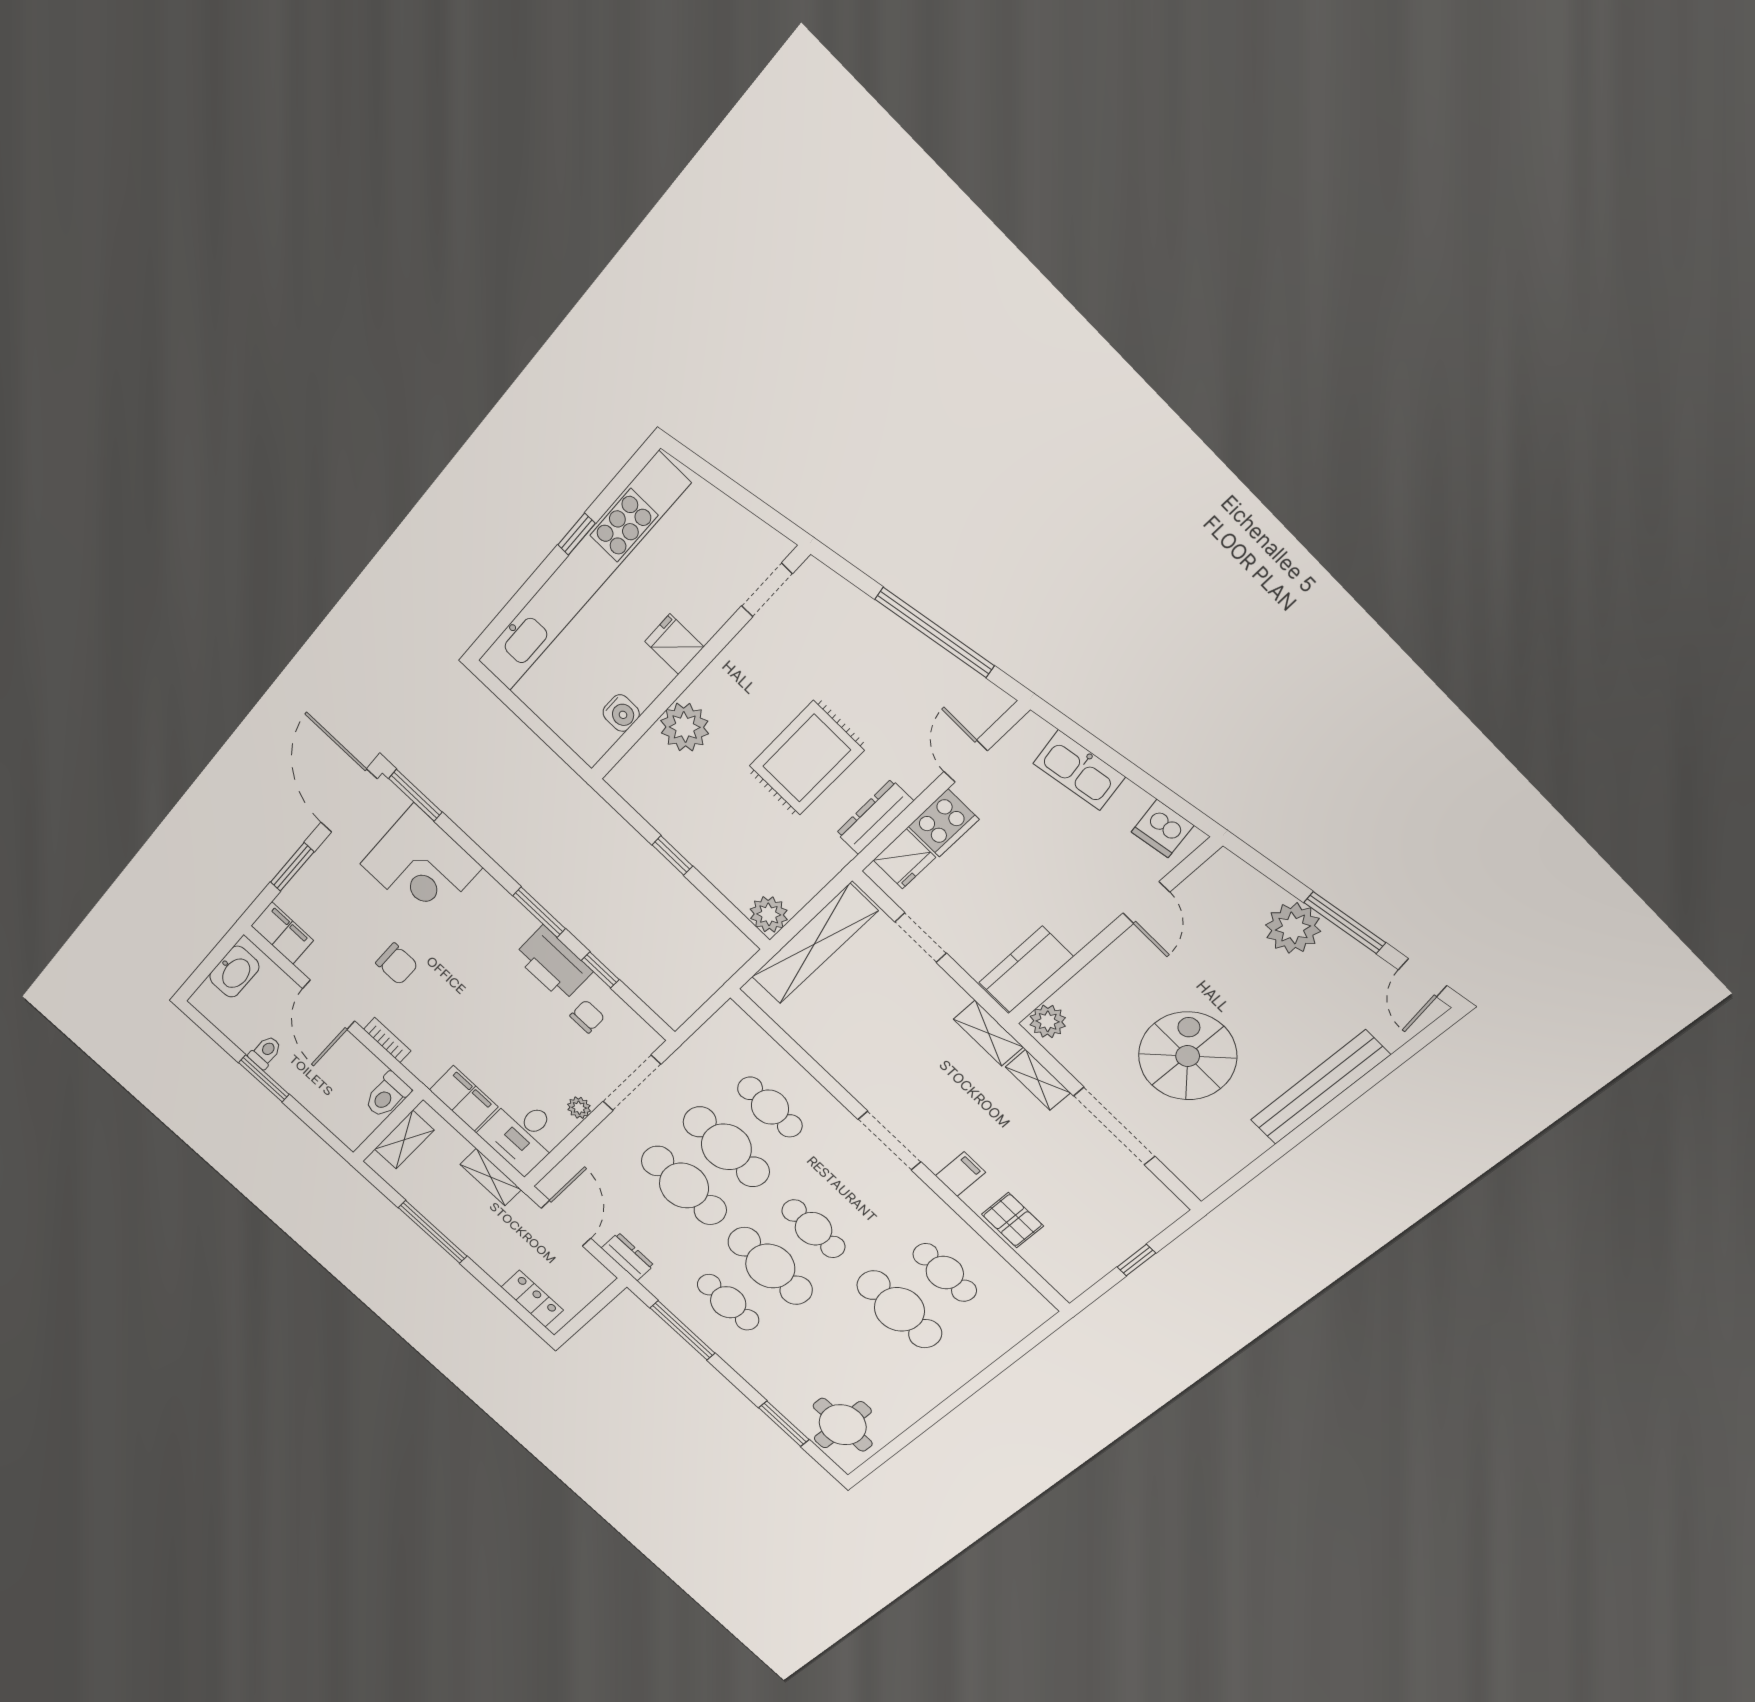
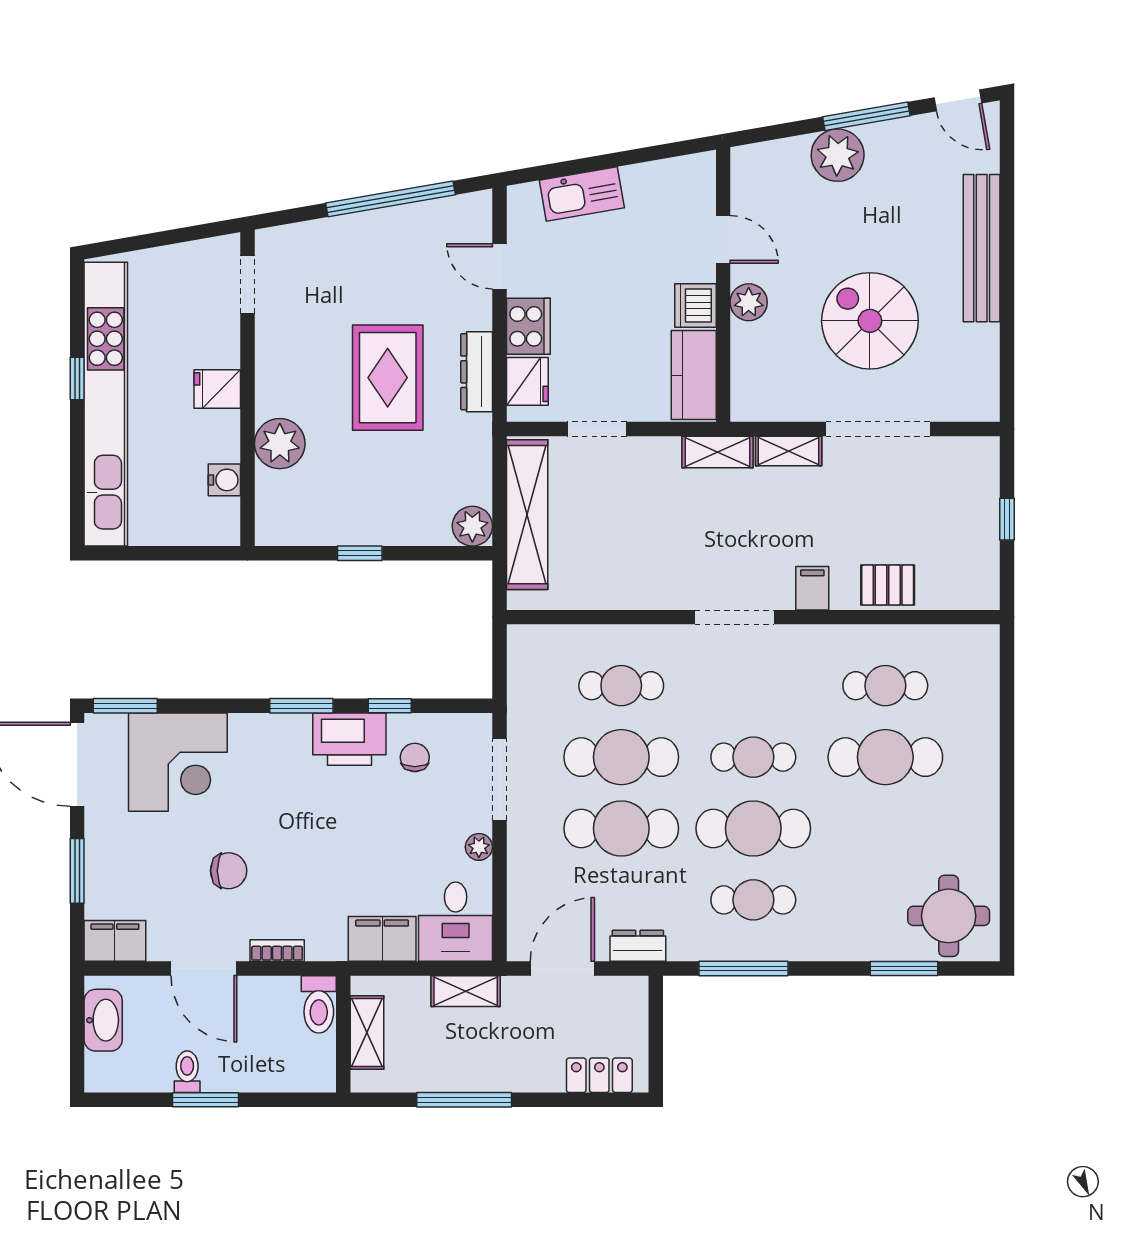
dishwasher: (1163, 829) -> (695, 306), moved, turned 100
plant: (1048, 1021) -> (749, 302), moved
door: (566, 1223) -> (562, 968), hinge flipped

